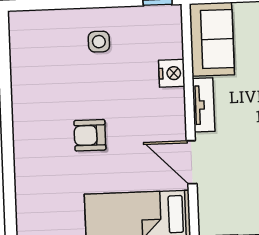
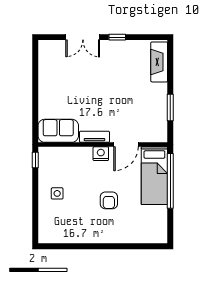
nightstand: (172, 73) -> (101, 154), moved

